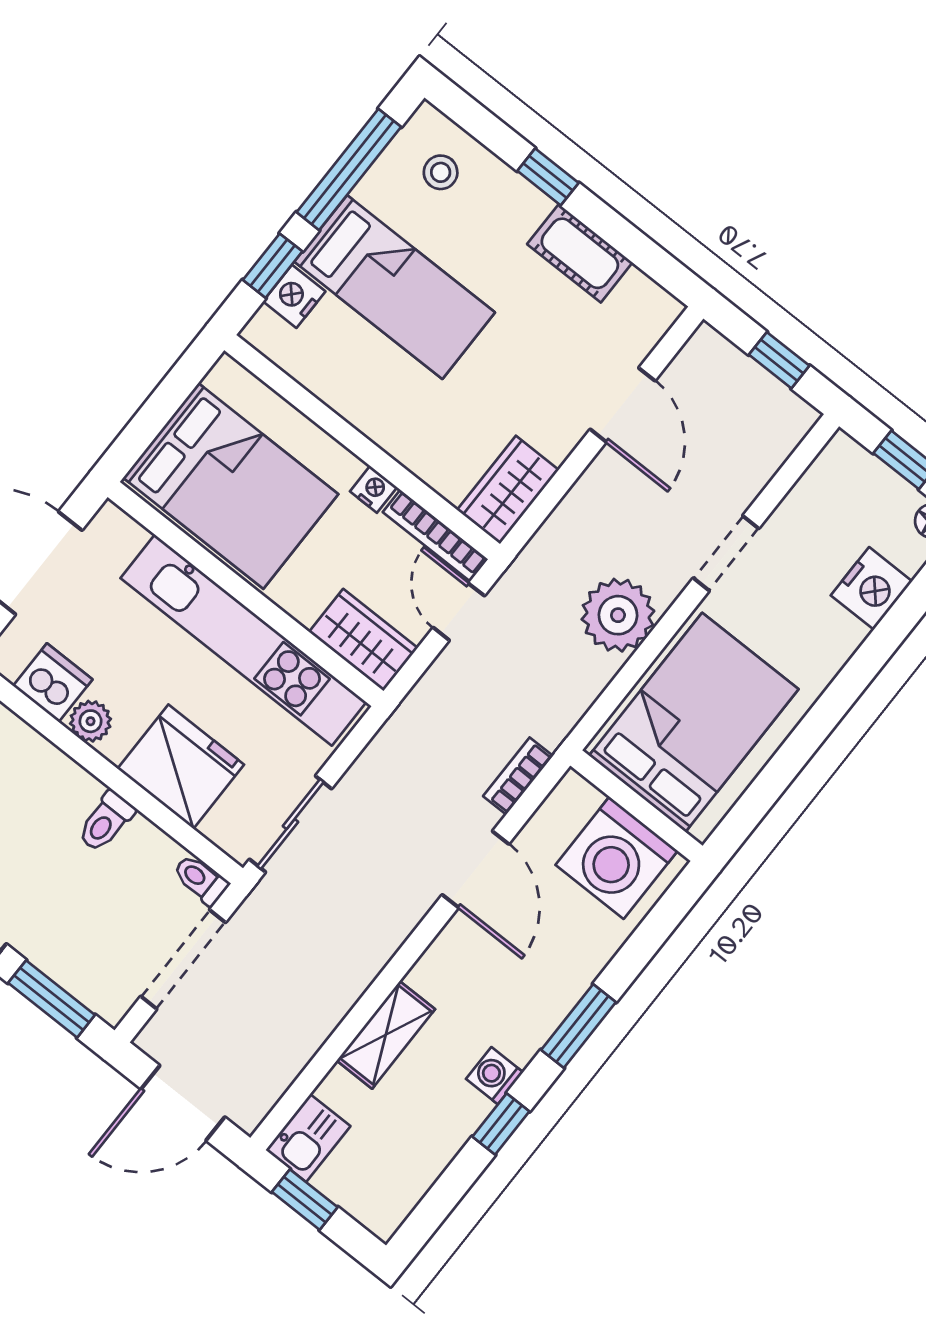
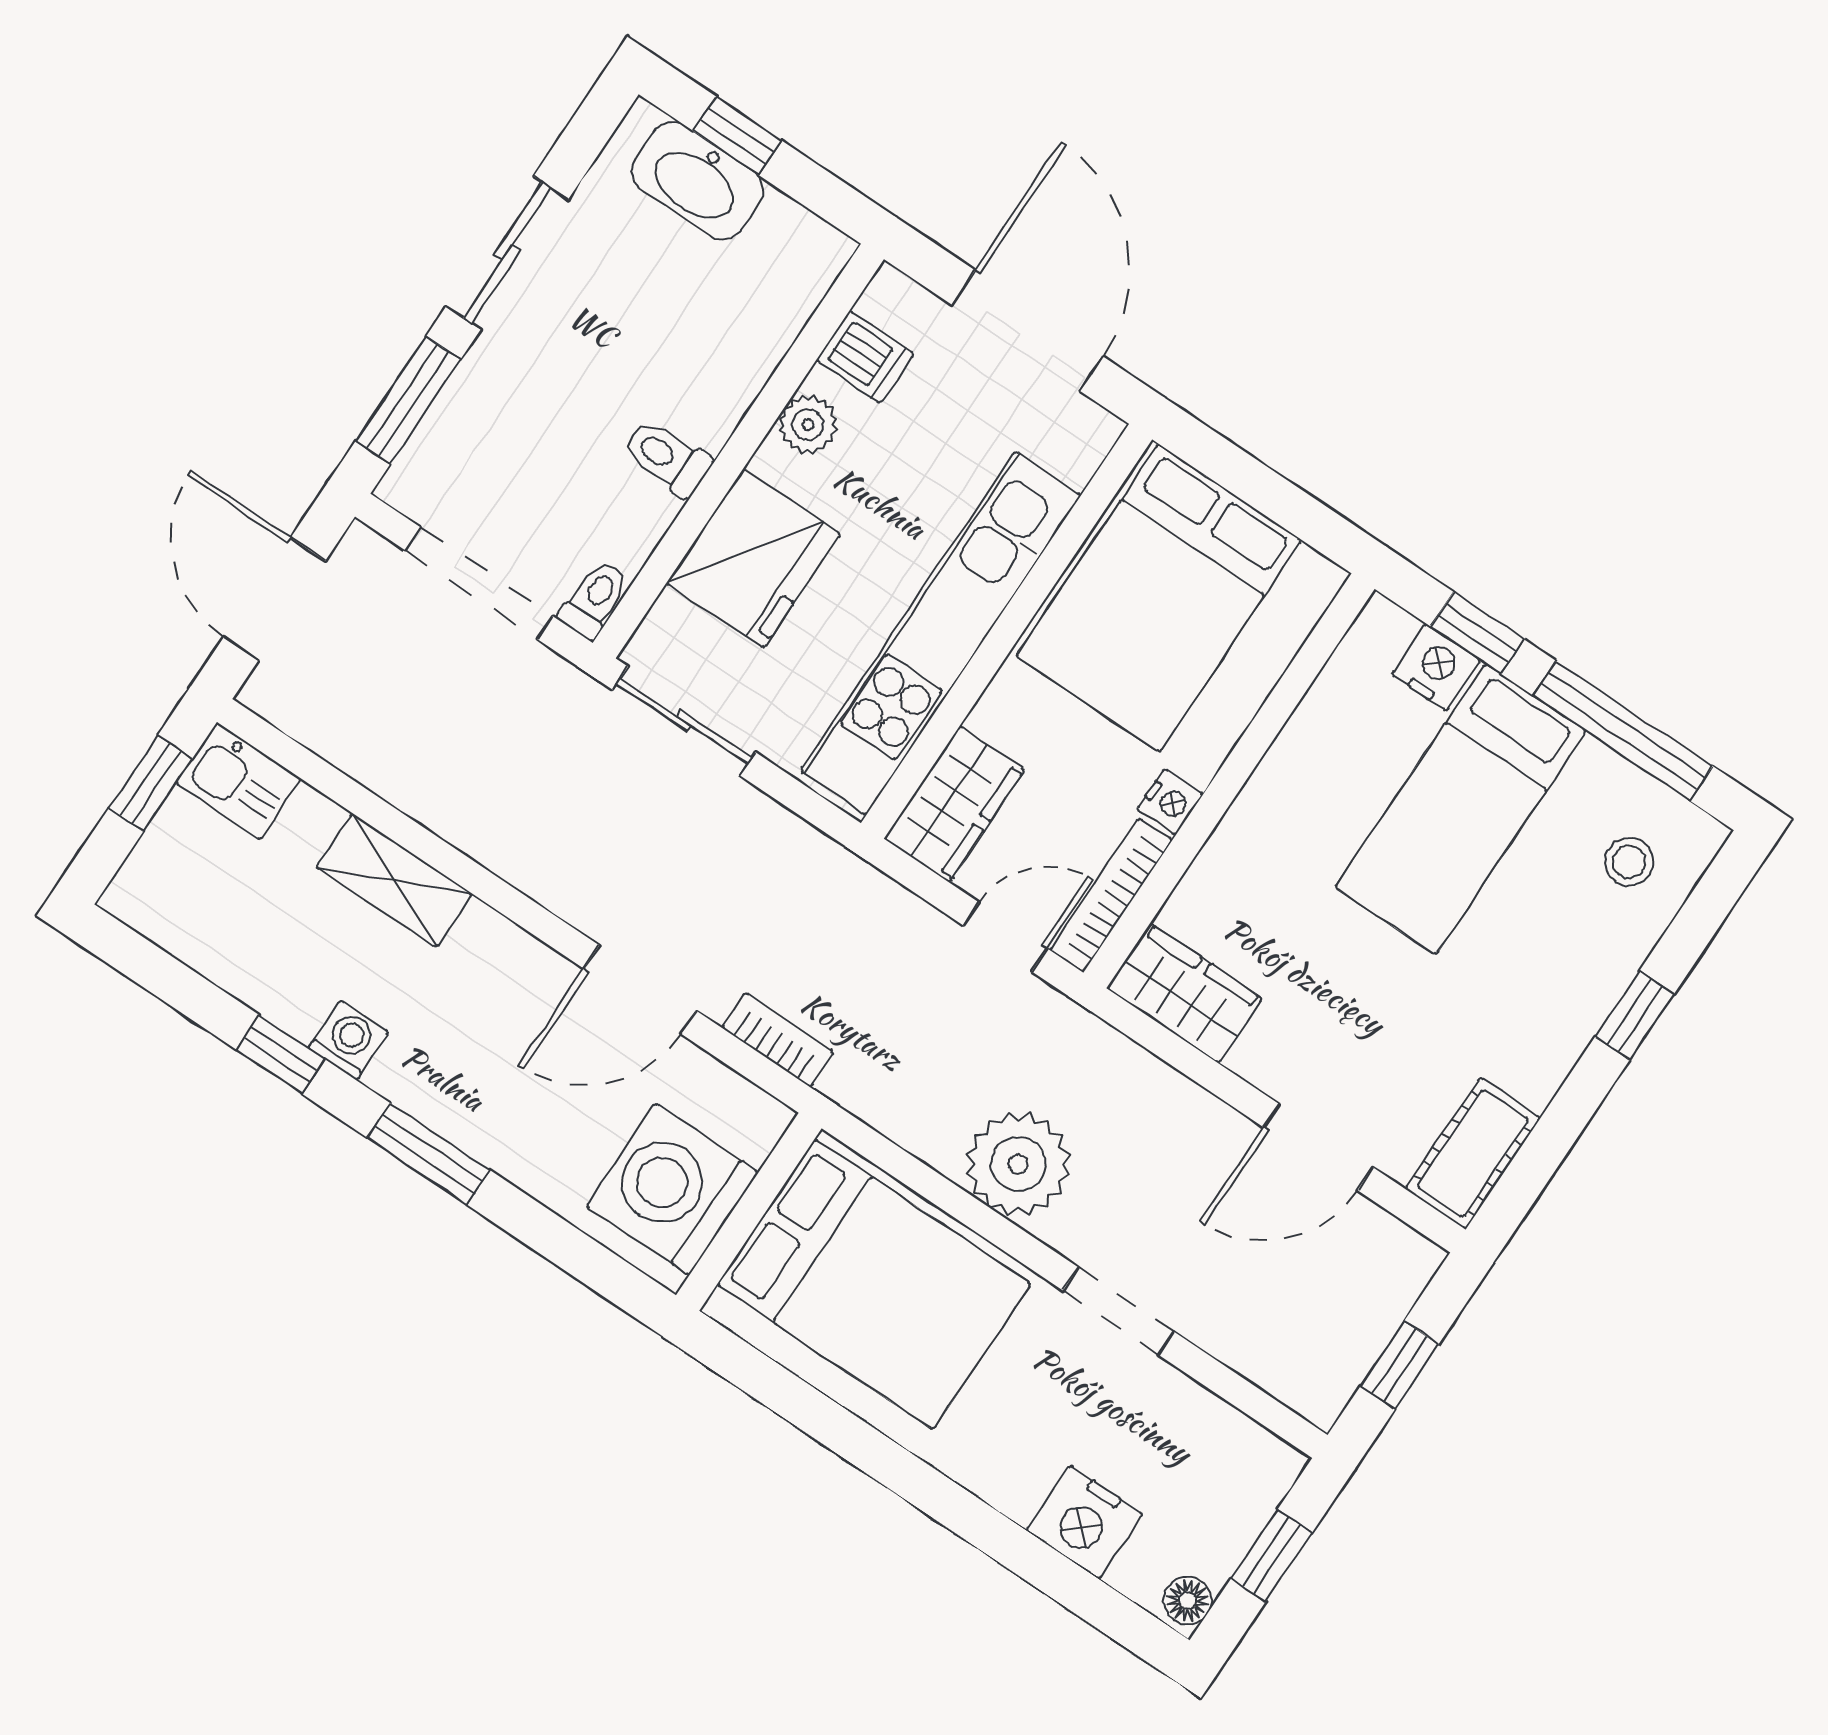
cot: (580, 253) -> (1473, 1153), moved
dishwasher: (53, 683) -> (865, 357), width x0.73

